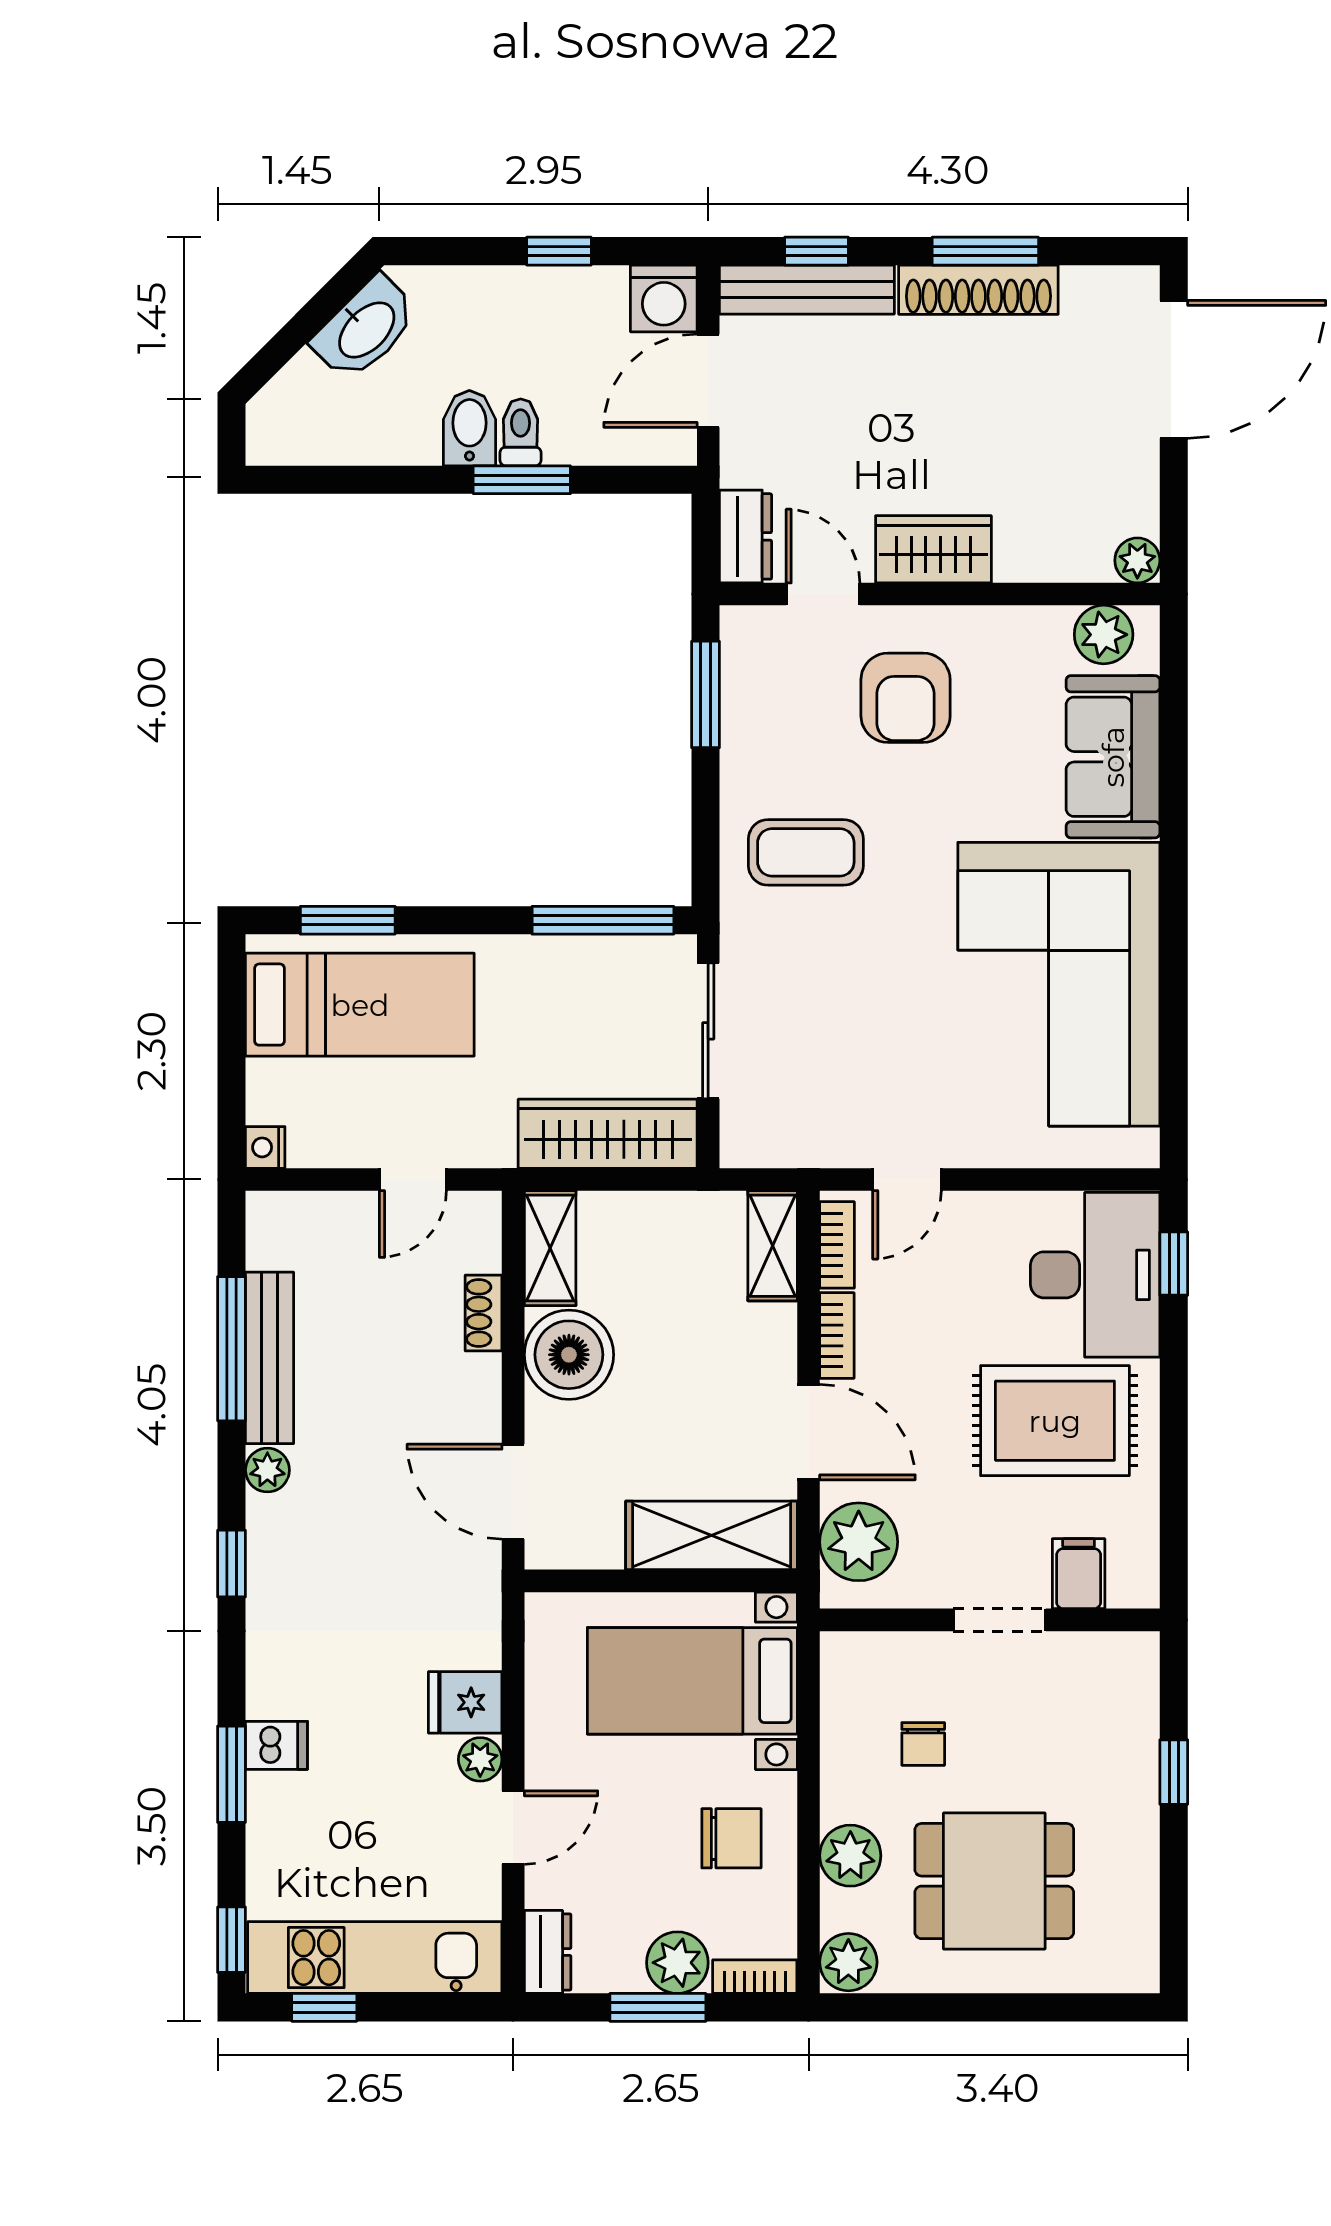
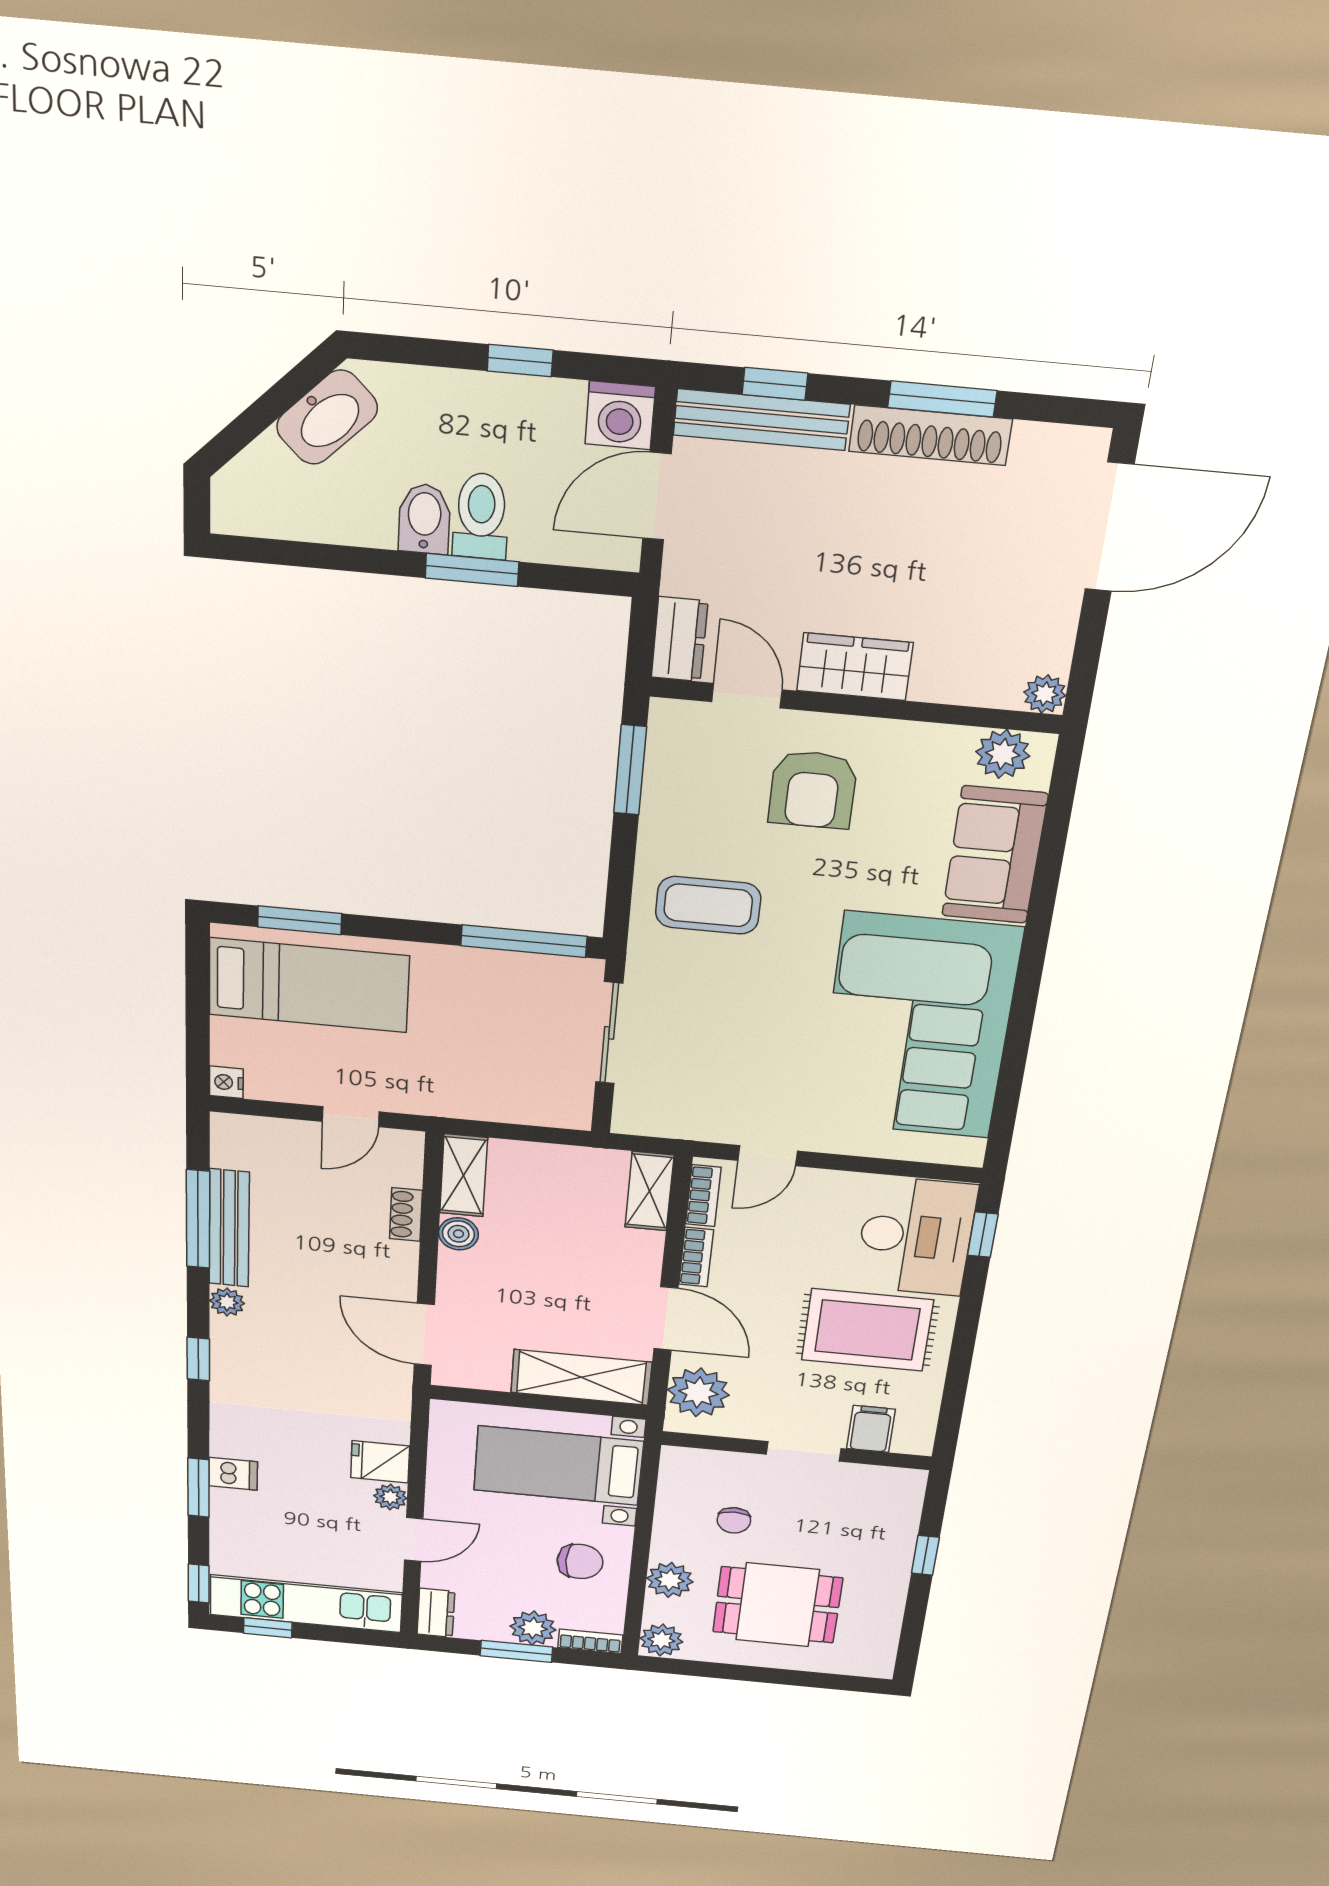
toilet: (521, 432) -> (481, 516), width x1.37, depth x1.39
wardrobe: (608, 1134) -> (517, 1100), removed
boiler: (569, 1355) -> (458, 1234), width x0.54, depth x0.54

